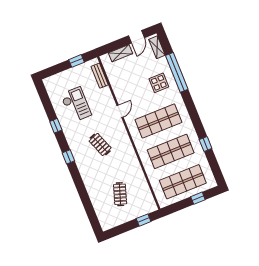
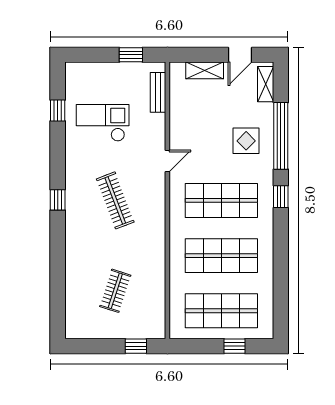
checkout: (76, 105) -> (103, 123), turned -90
window: (56, 126) -> (58, 110), moved
window: (206, 144) -> (281, 197), moved
clothes rail: (100, 145) -> (115, 200), width x1.36

